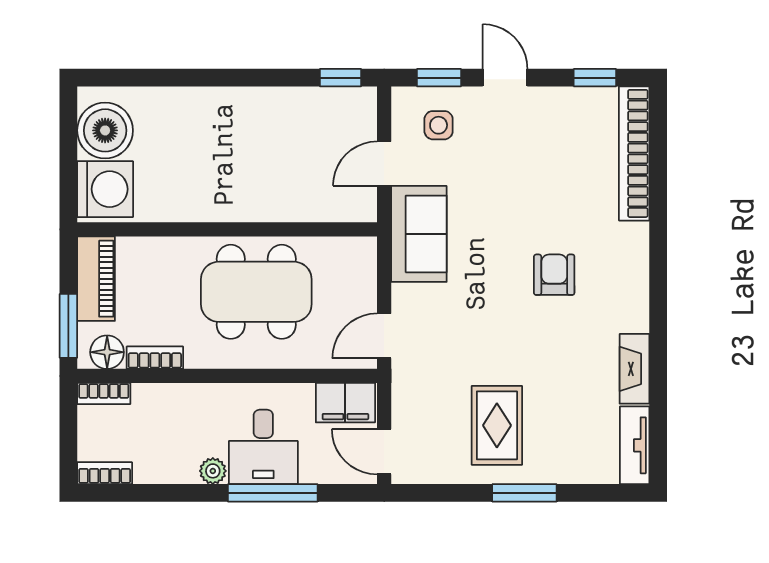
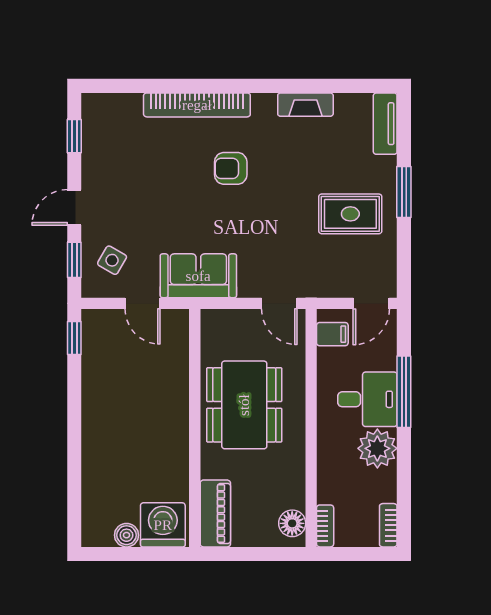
side table: (439, 125) -> (112, 260), turned 30
boiler: (105, 130) -> (126, 535), width x0.54, depth x0.54
bookcase: (634, 153) -> (197, 105), moved
piano: (96, 279) -> (215, 513), moved, turned 90
window: (68, 326) -> (271, 554), removed
bookcase: (155, 358) -> (297, 485), removed
filing cabinet: (345, 403) -> (332, 334), width x0.50
tv unit: (635, 445) -> (385, 124), moved, turned 90
plant: (213, 471) -> (377, 448), width x1.87, depth x1.87

